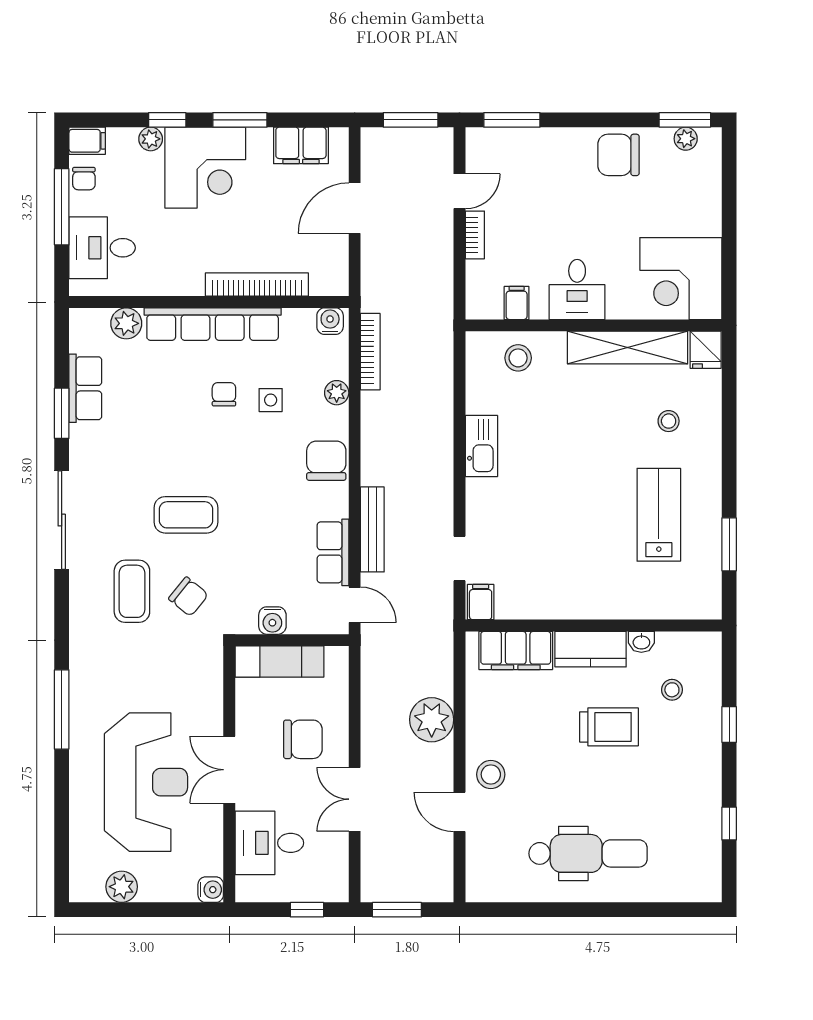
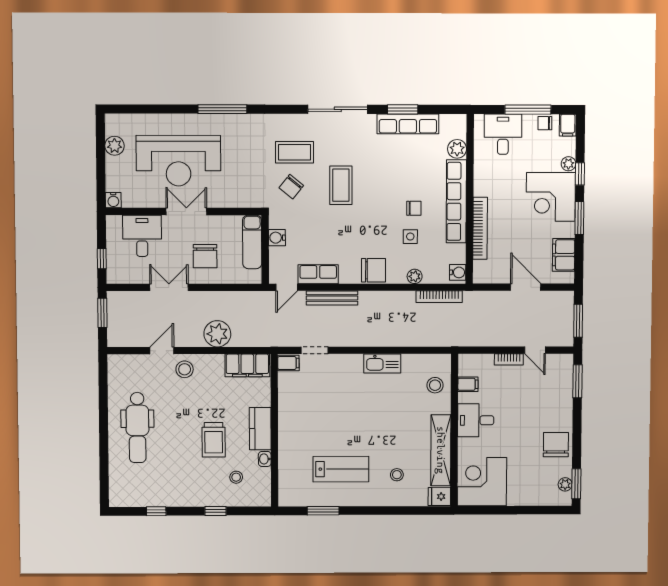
row of seats: (85, 388) -> (408, 124), width x1.48
filing cabinet: (516, 650) -> (247, 365), moved, turned -90

